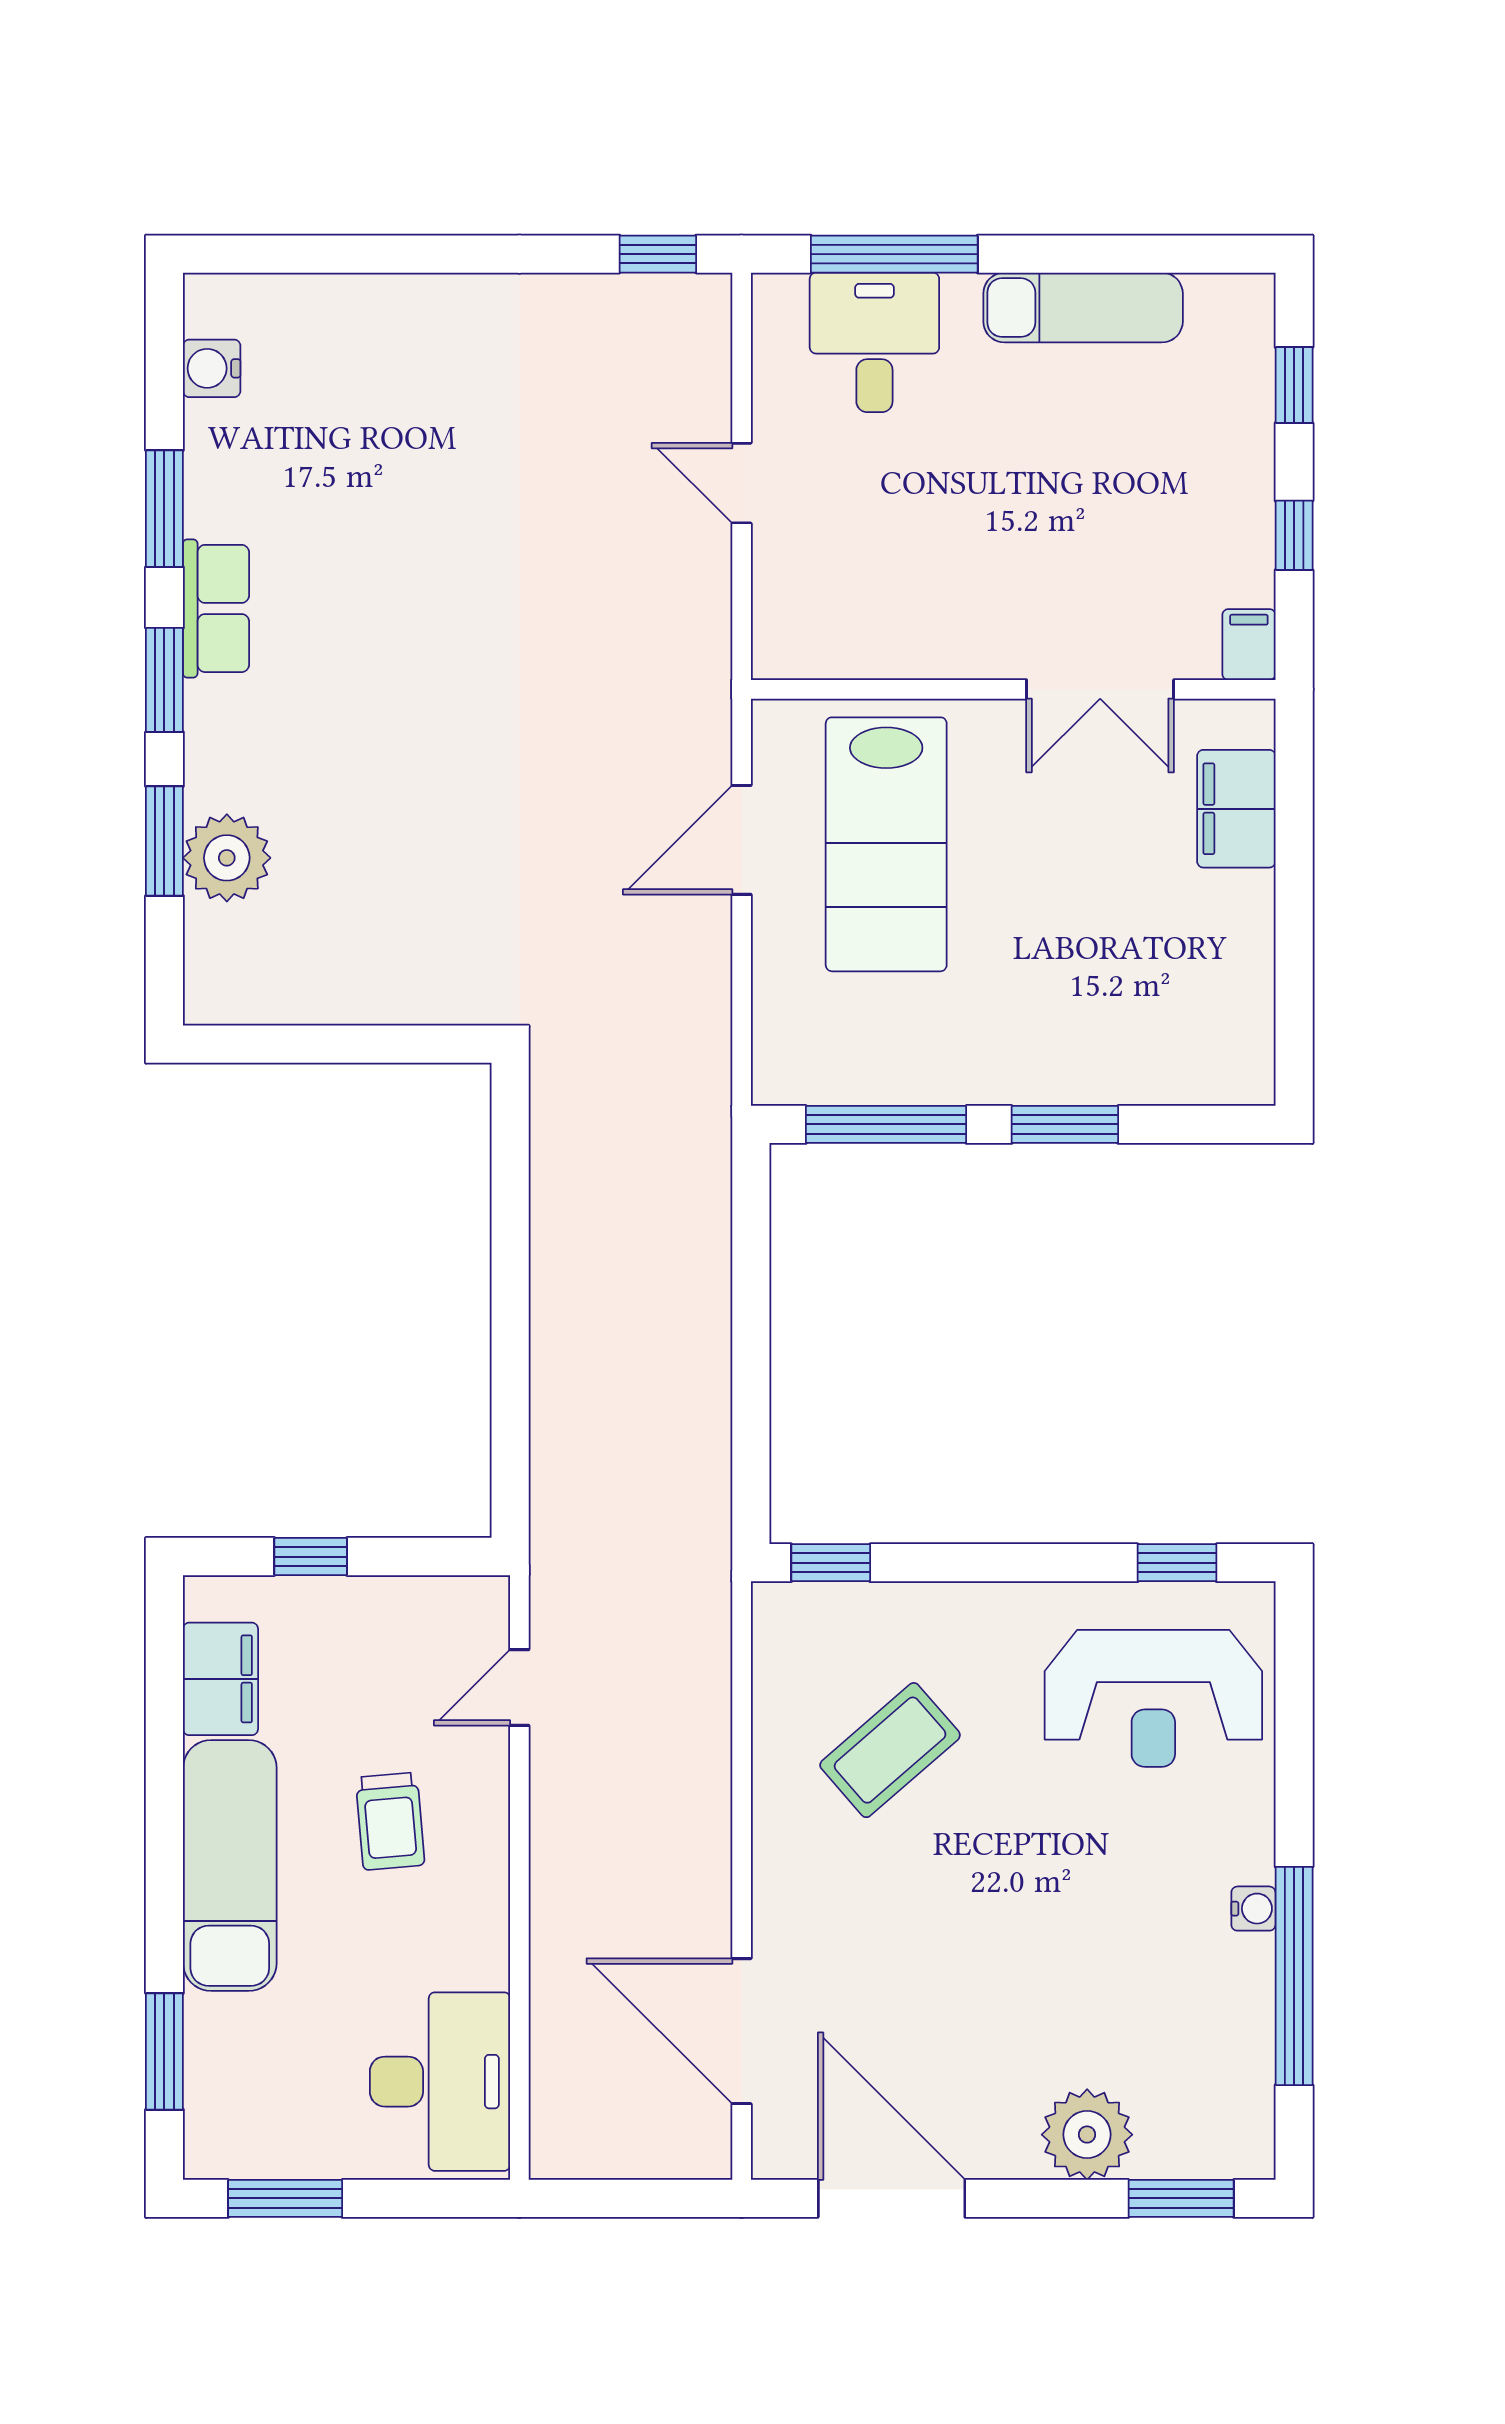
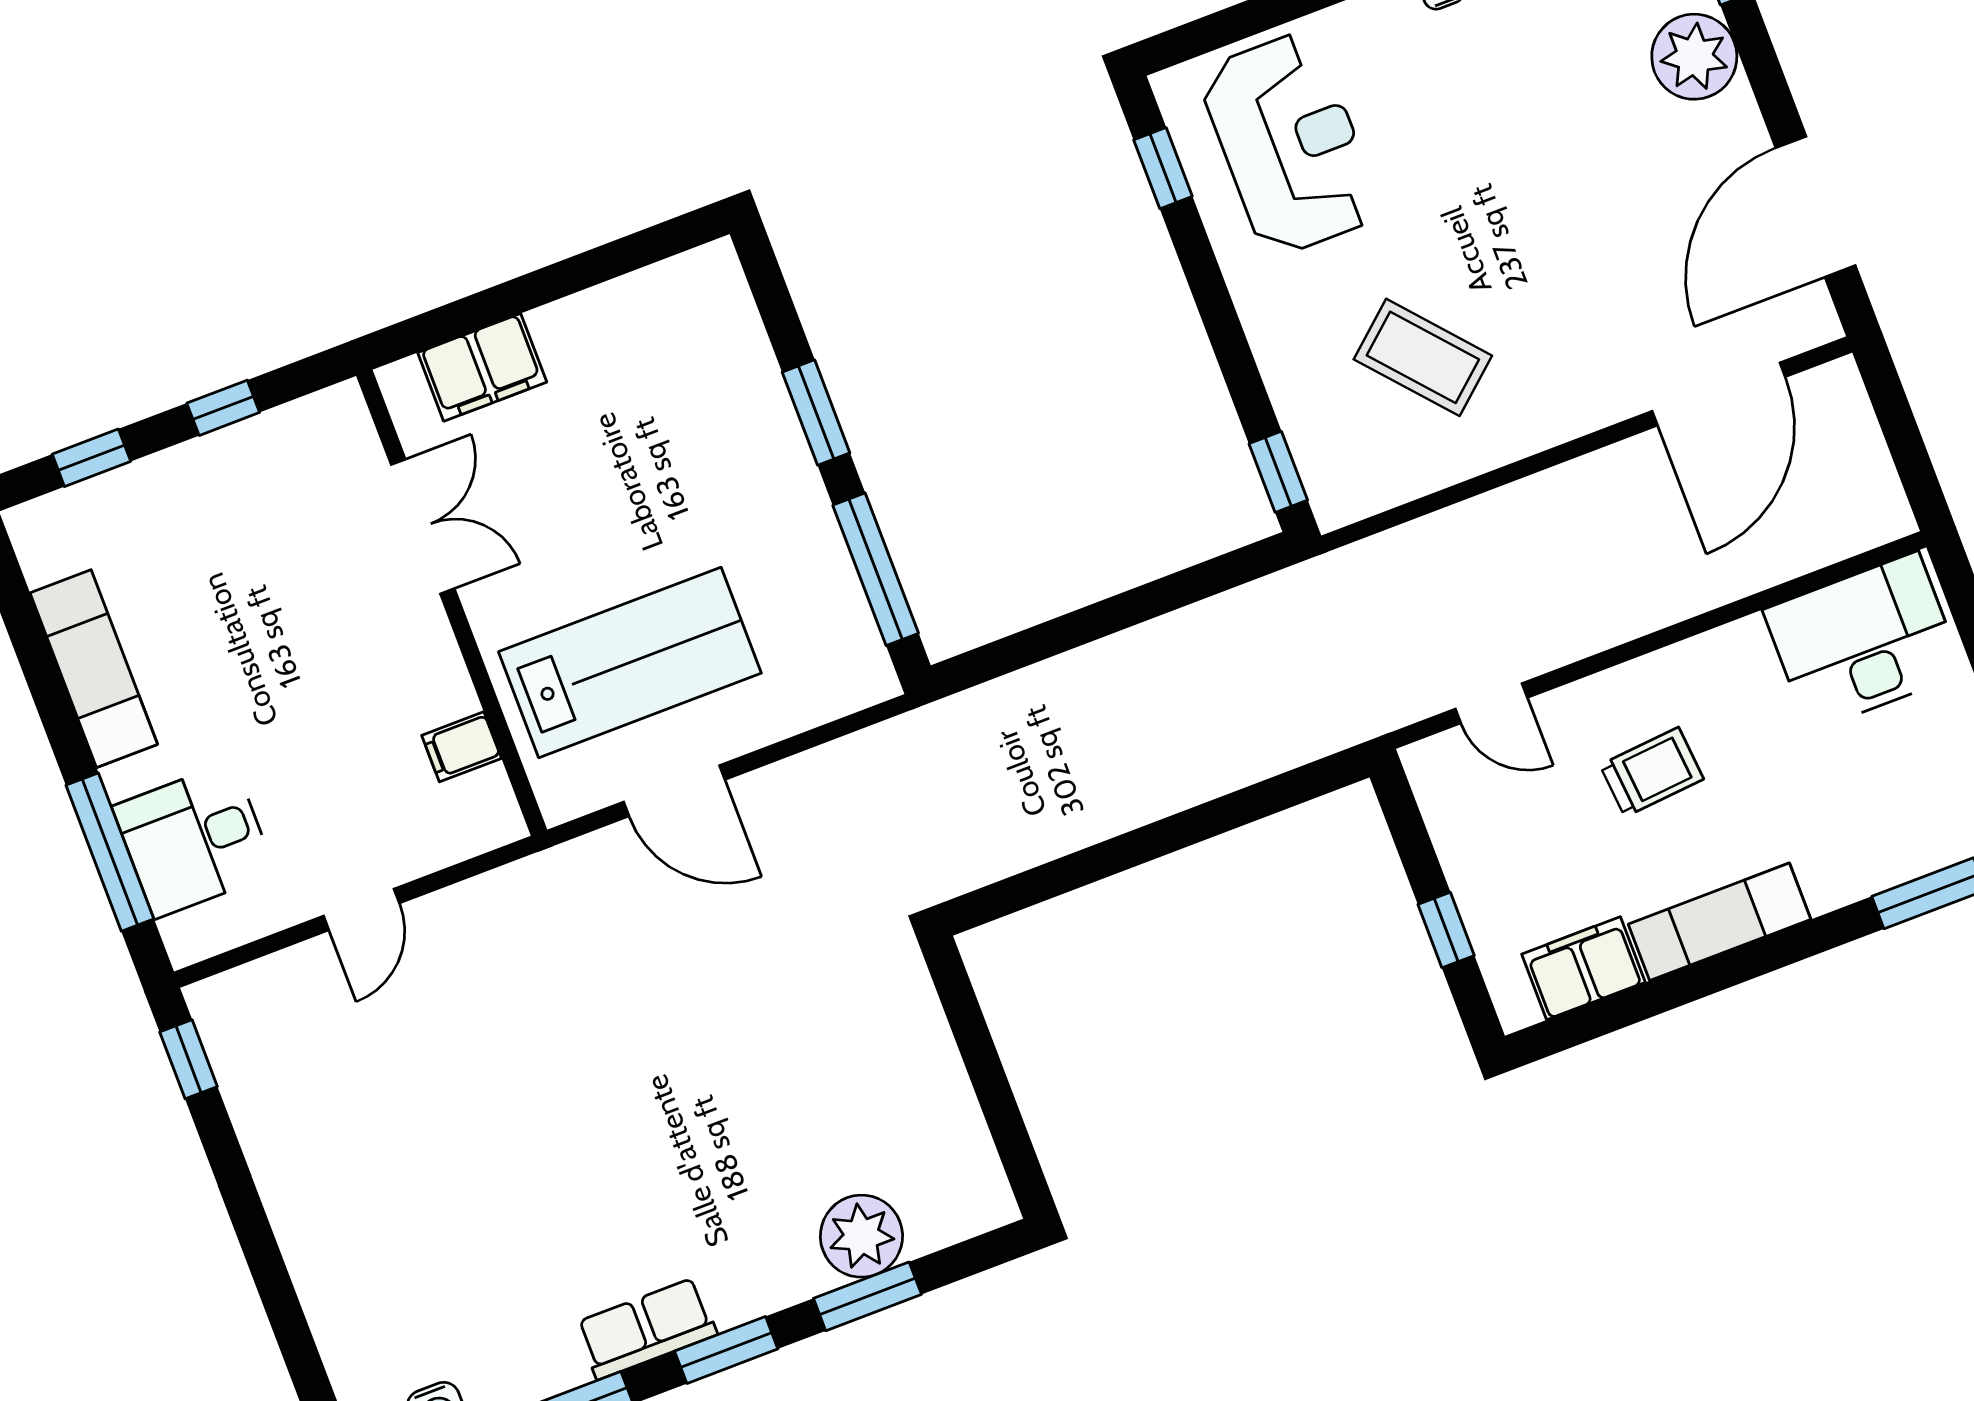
filing cabinet: (1249, 645) -> (462, 747), moved
exam couch: (230, 1866) -> (1720, 922), width x0.73, depth x0.69

